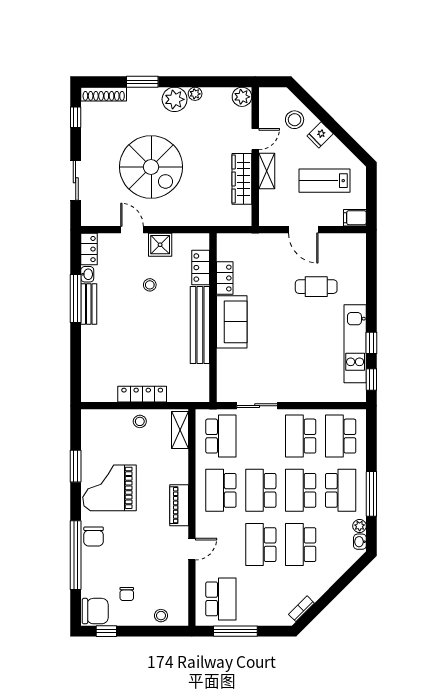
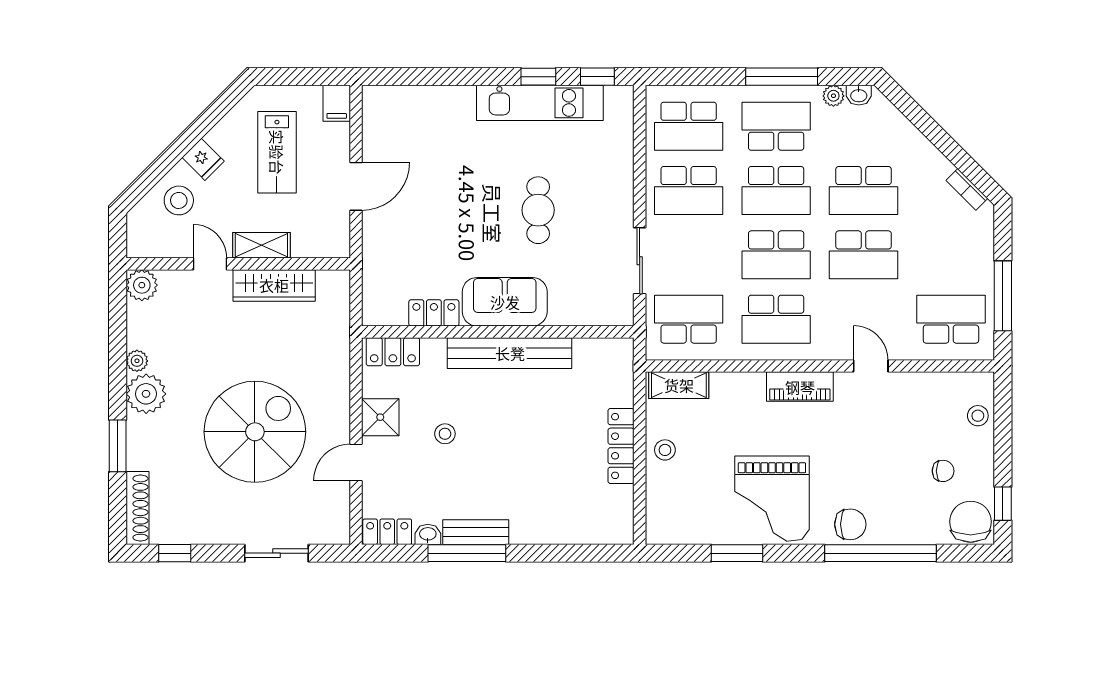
locker: (201, 268) -> (393, 352), moved
cafe table: (316, 287) -> (538, 210), moved

